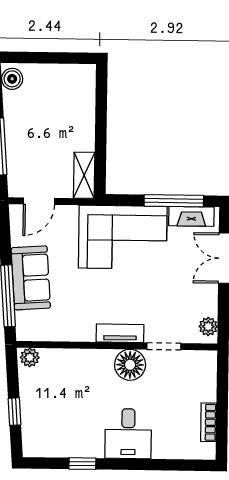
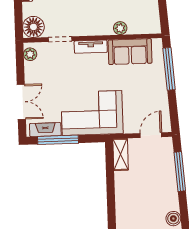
sofa: (31, 278) -> (130, 52), moved, turned -86
plant: (30, 357) -> (120, 28), moved
floor lamp: (130, 365) -> (33, 27), moved

